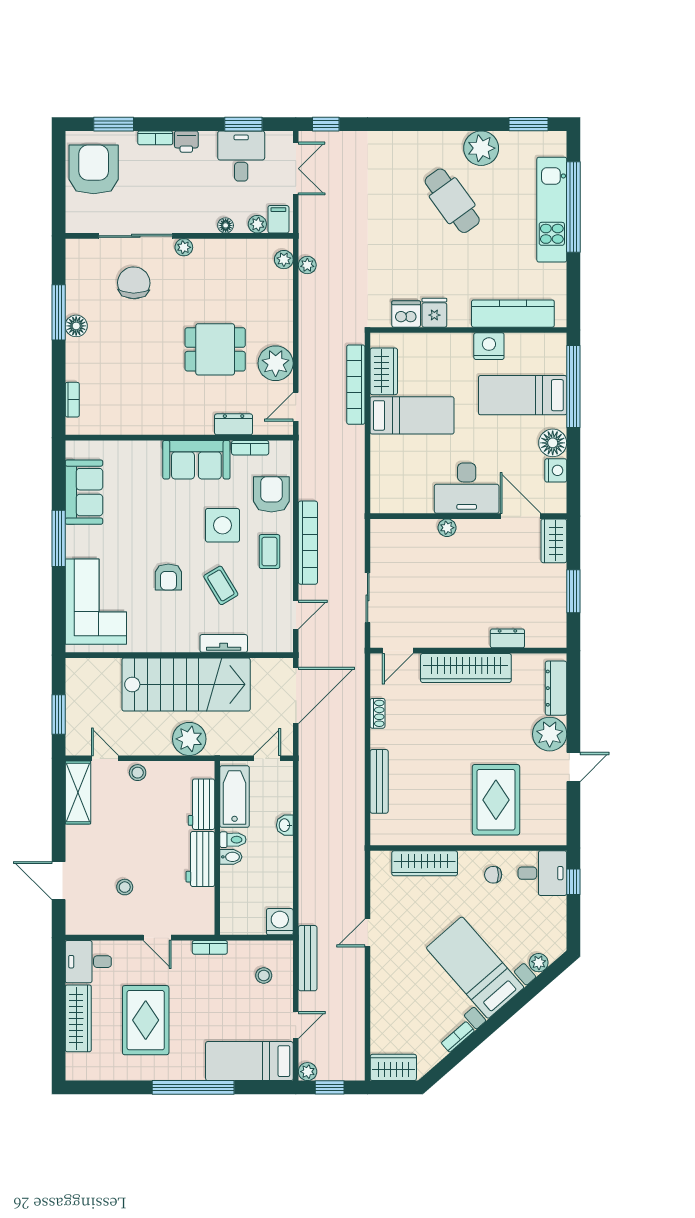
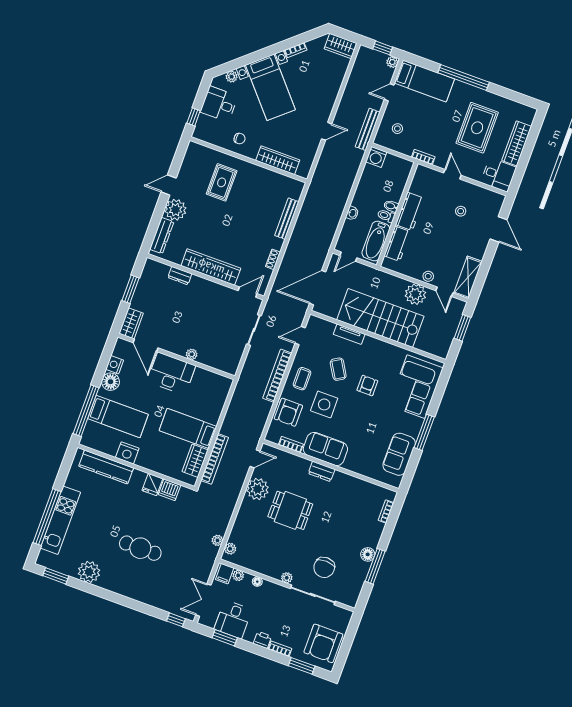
cafe table: (452, 201) -> (140, 548), moved, turned -54
dresser: (234, 424) -> (322, 471), moved
plant: (189, 739) -> (415, 294), moved
rug: (496, 800) -> (222, 182), width x0.73, depth x0.70
desk: (542, 873) -> (219, 104), moved

